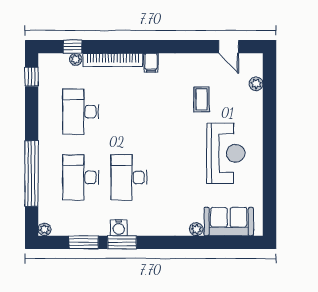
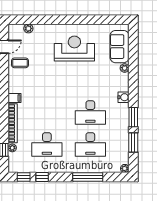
coffee table: (202, 99) -> (20, 63), moved
window: (32, 104) -> (42, 177), added
window: (32, 174) -> (88, 177), width x0.68
water cooler: (119, 228) -> (124, 97), moved

